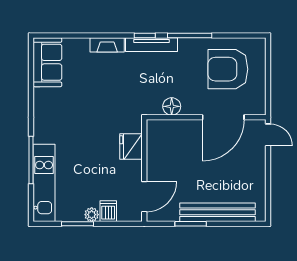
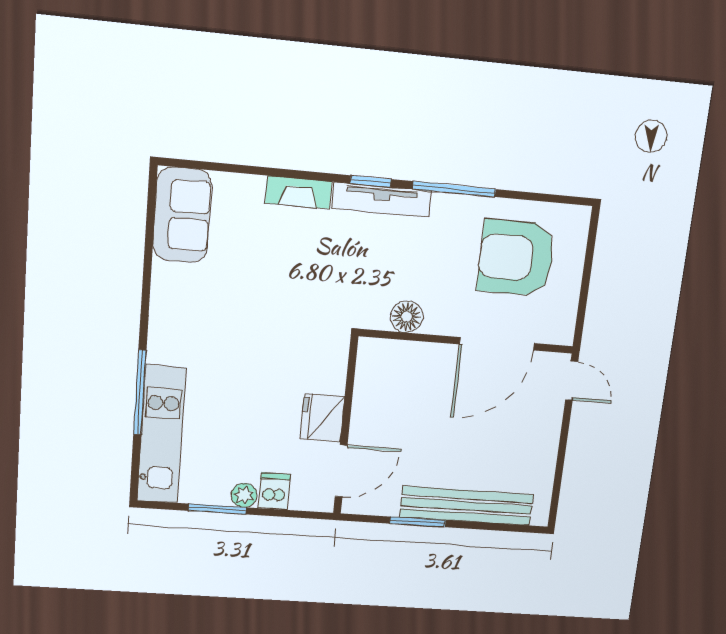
fridge: (131, 146) -> (323, 418), moved

